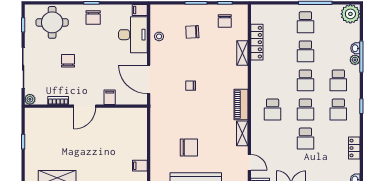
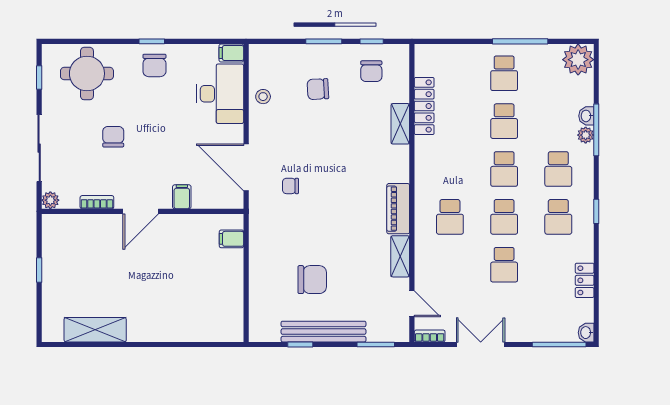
chair: (191, 86) -> (290, 186), moved
filing cabinet: (140, 166) -> (231, 239), moved

